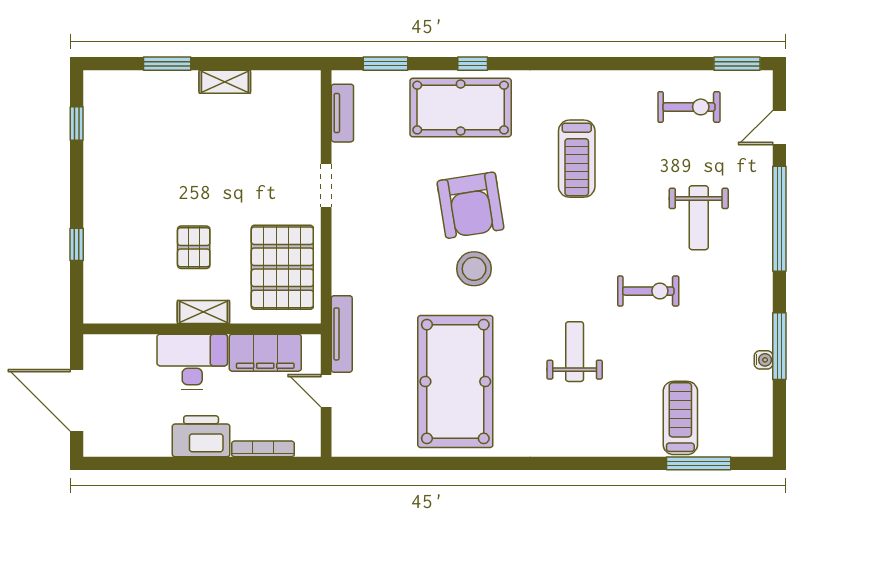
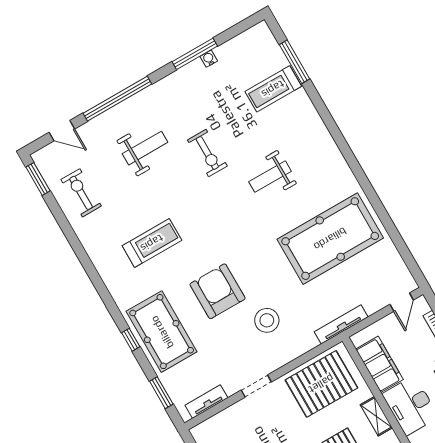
armchair: (471, 205) -> (218, 291), turned -81
stool: (474, 269) -> (267, 320), moved
exercise bike: (648, 291) -> (207, 153), turned 180
door: (326, 391) -> (402, 302), moved

